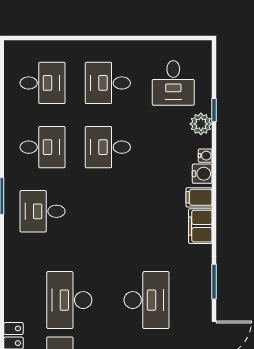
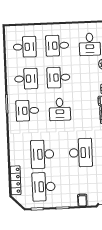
desk: (108, 211) -> (60, 109), added

